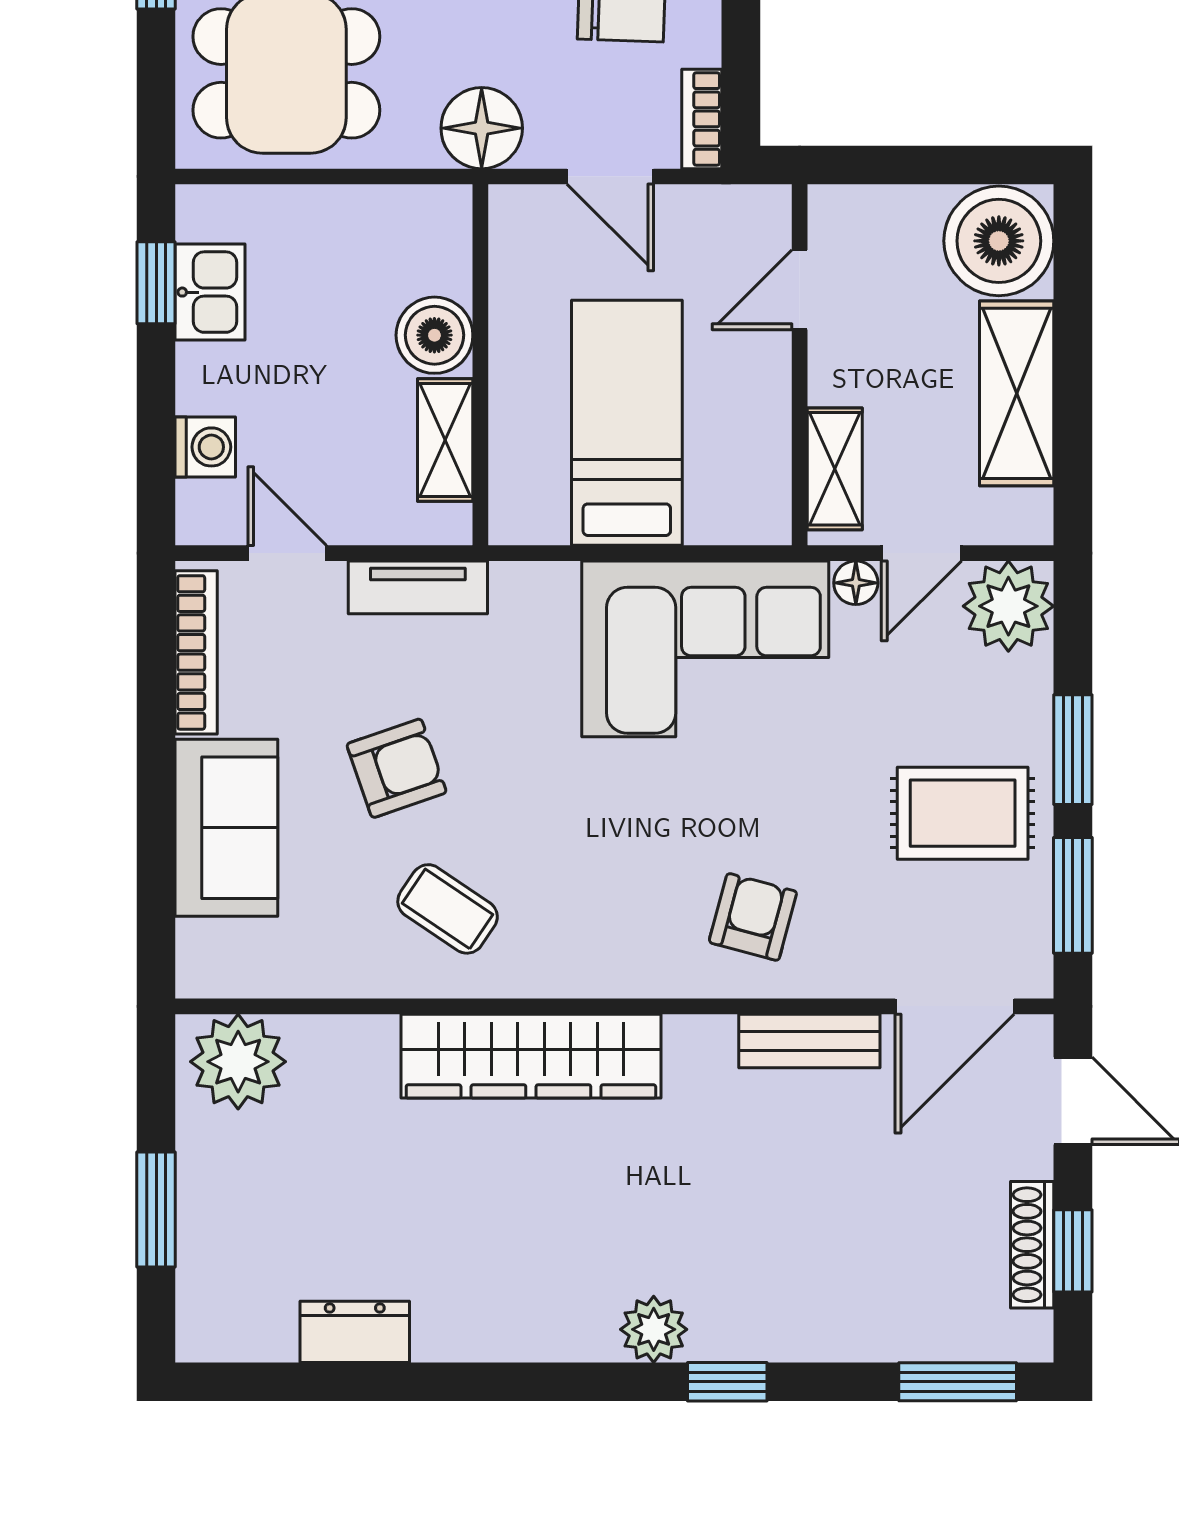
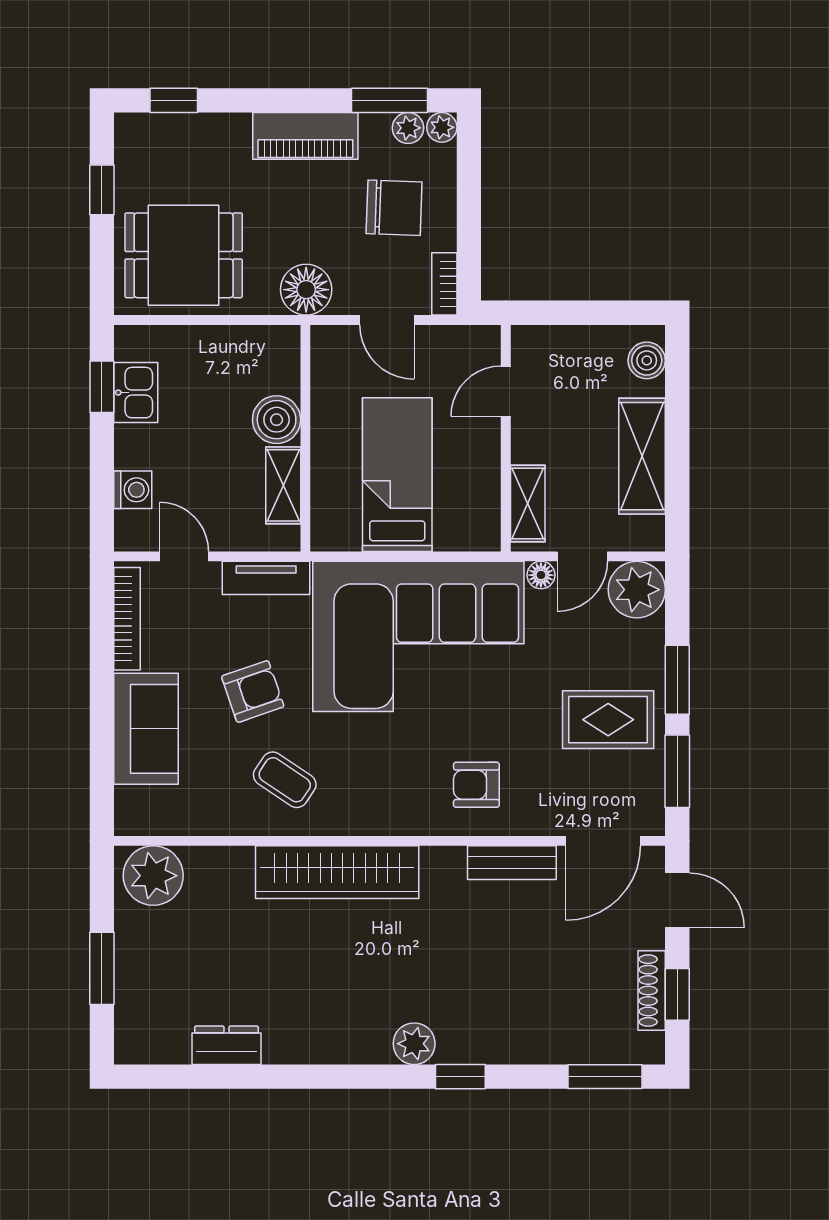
boiler: (999, 241) -> (647, 360), width x0.54, depth x0.54
corner sofa: (705, 649) -> (418, 636), width x1.36, depth x1.36
armchair: (753, 917) -> (476, 785), turned -105

